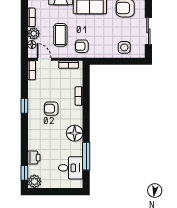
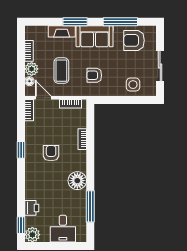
armchair: (82, 46) -> (94, 75), moved
armchair: (51, 109) -> (51, 153), turned 90
desk: (71, 168) -> (63, 229), moved, turned 90

